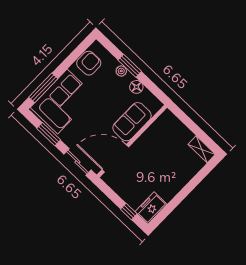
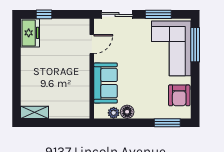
window: (130, 66) -> (167, 123), moved
plant: (121, 71) -> (114, 113), moved
door: (115, 158) -> (92, 44), width x0.53

